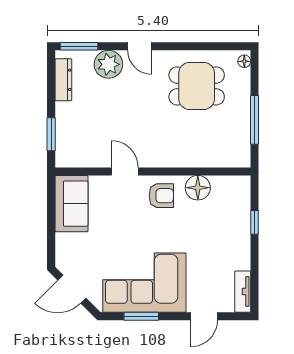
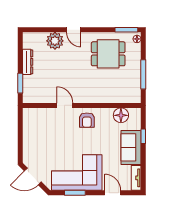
window: (79, 46) -> (126, 30), moved
dresser: (63, 80) -> (28, 62), moved
floor lamp: (198, 188) -> (121, 115), moved
armchair: (161, 196) -> (87, 120), turned 90
sofa: (71, 204) -> (131, 147), moved, turned 180
door: (204, 316) -> (113, 193), swing flipped

